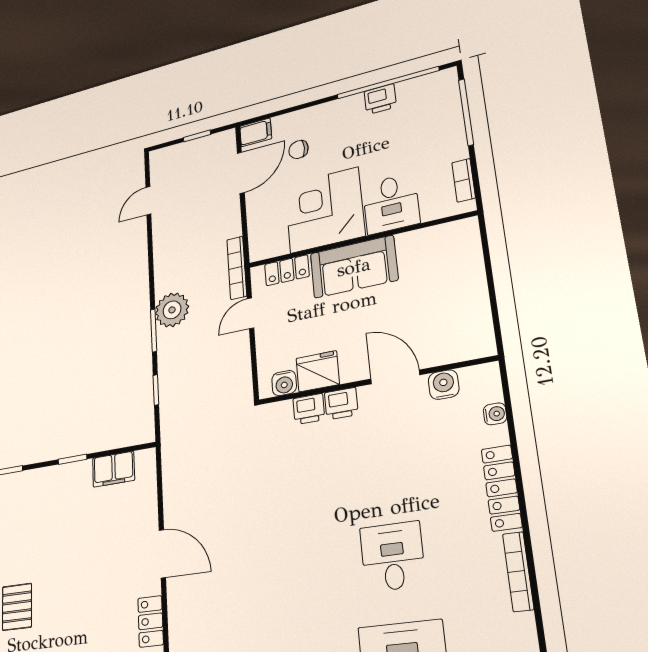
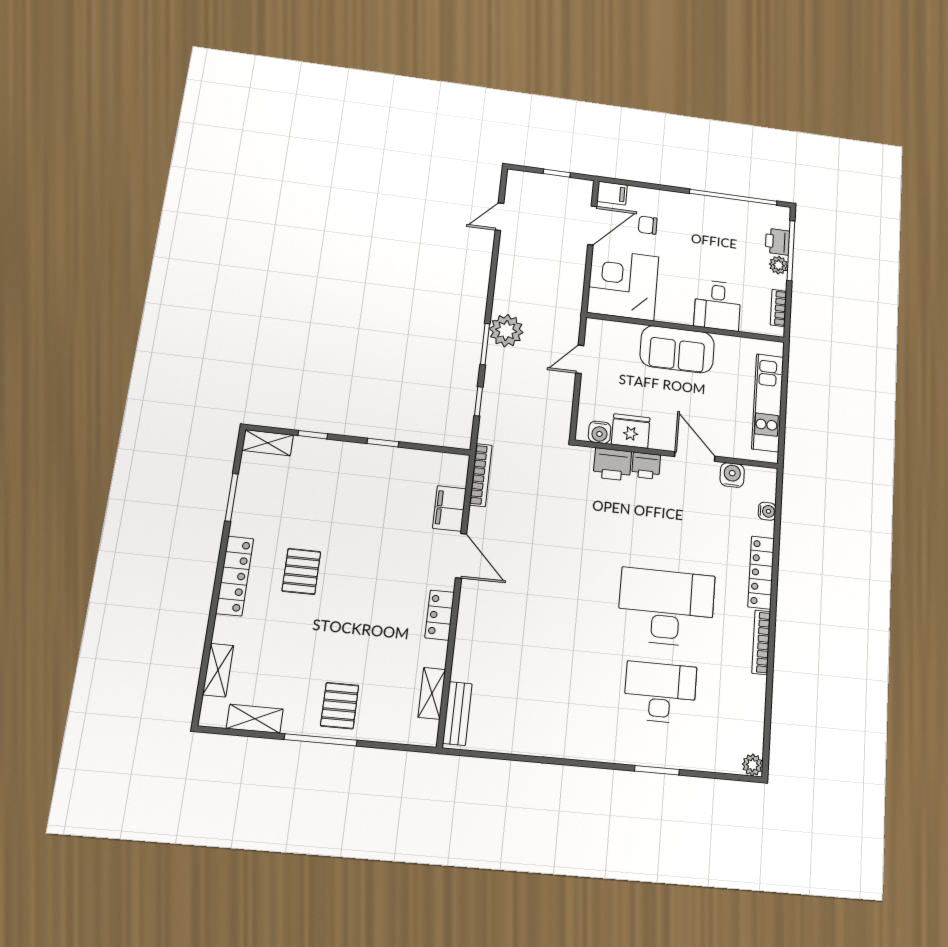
printer: (380, 99) -> (778, 242), moved, turned 90
plant: (454, 134) -> (779, 265), added
corner desk: (324, 210) -> (623, 285), moved
bookcase: (237, 268) -> (481, 475), moved, turned 180
locker: (287, 270) -> (619, 332), removed
kitchen unit: (471, 290) -> (768, 403), added
printer: (309, 409) -> (612, 464), width x1.36, depth x1.24
filing cabinet: (113, 469) -> (449, 508), moved, turned 90
desk: (393, 556) -> (666, 607), width x1.87, depth x1.30

